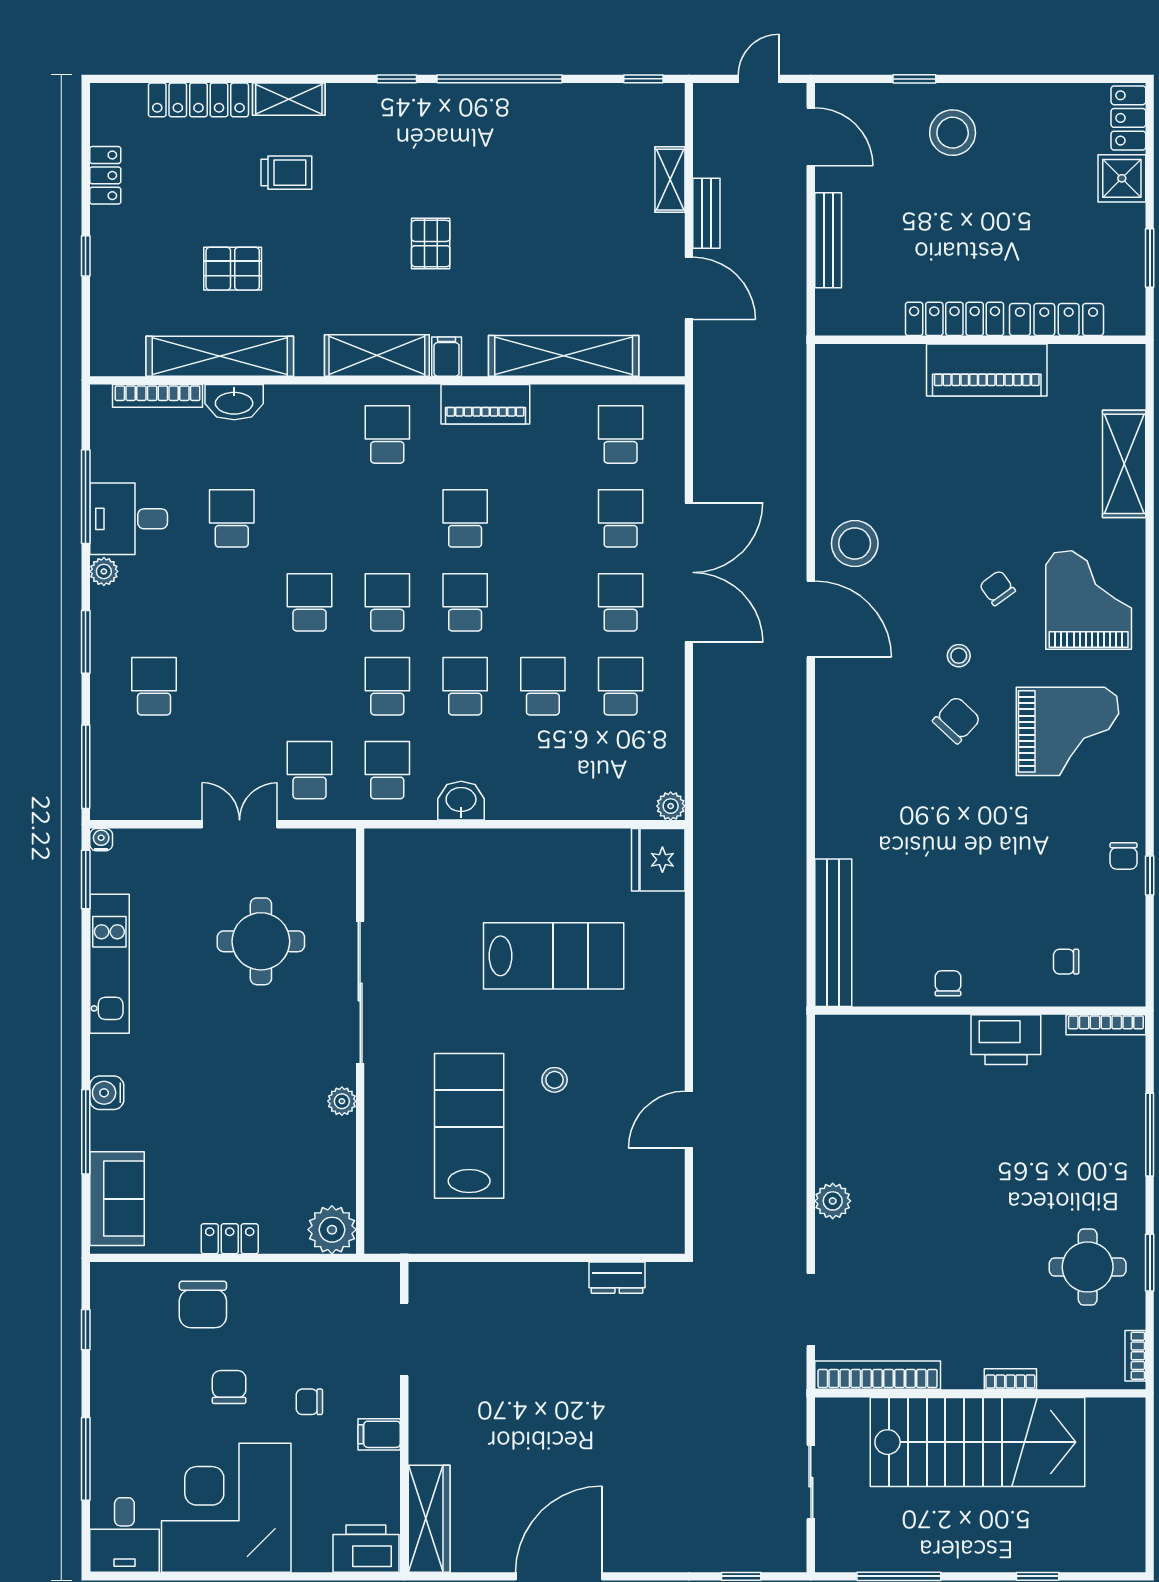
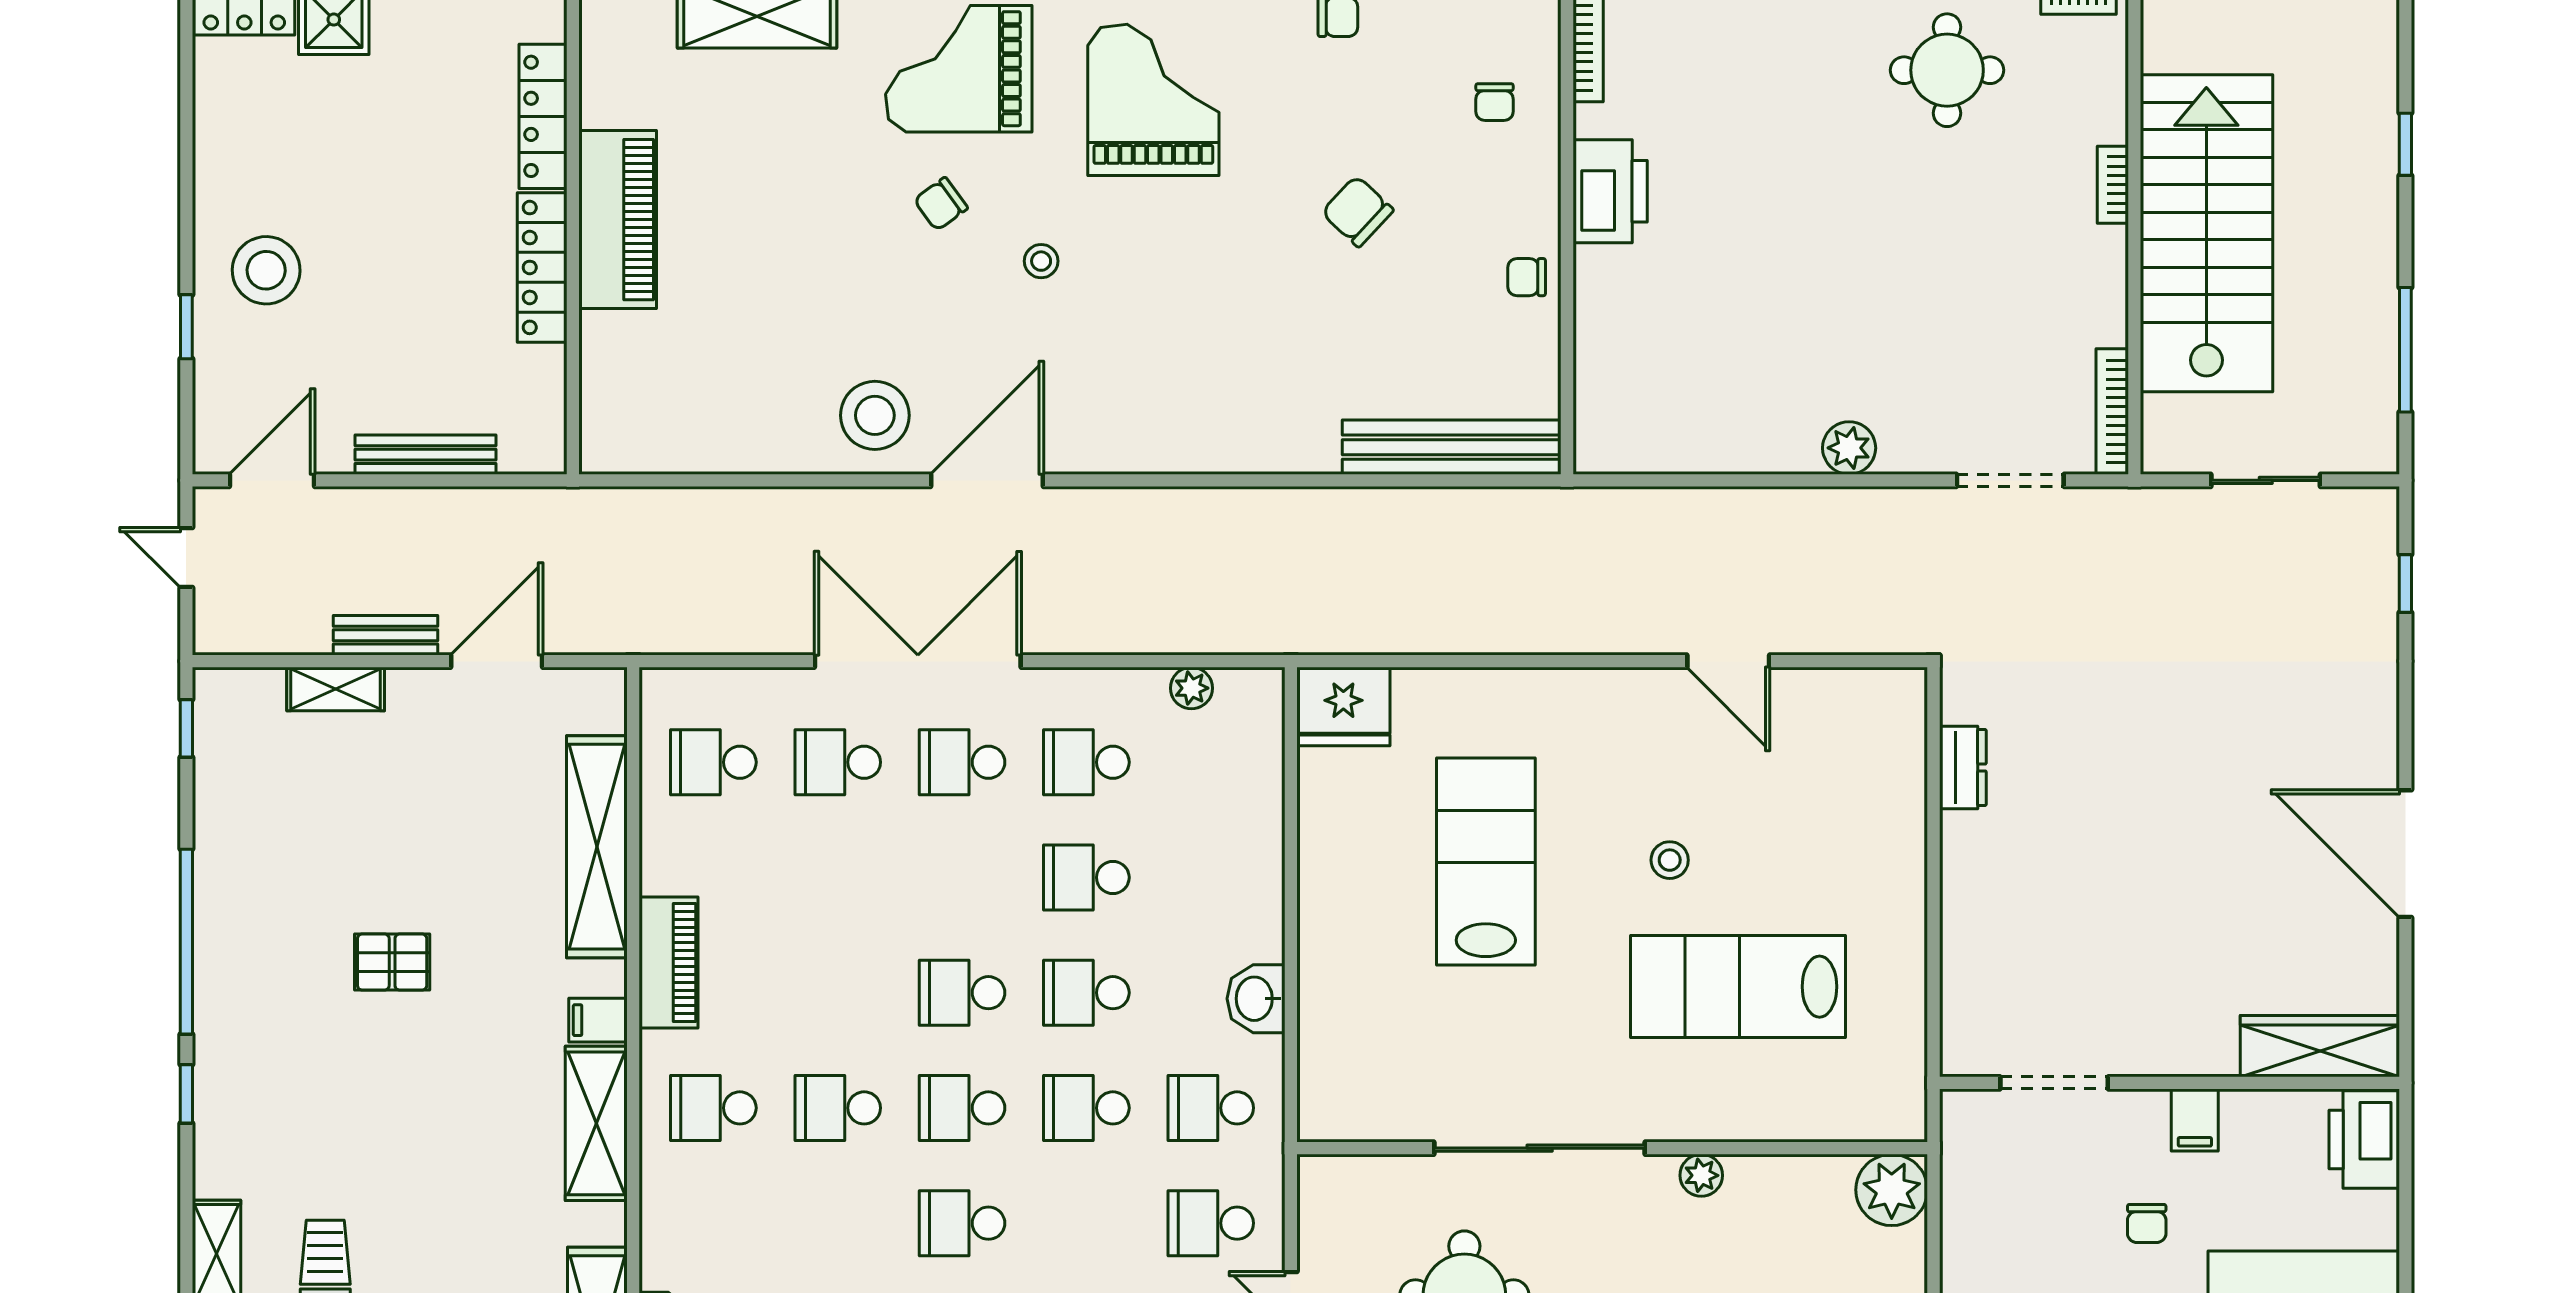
pallet: (431, 244) -> (392, 962), moved
school desk: (465, 518) -> (838, 1108), moved
chair: (957, 720) -> (1358, 211), moved
plant: (671, 806) -> (1191, 688), moved
bookcase: (878, 1375) -> (2112, 412), width x0.68, depth x0.76

